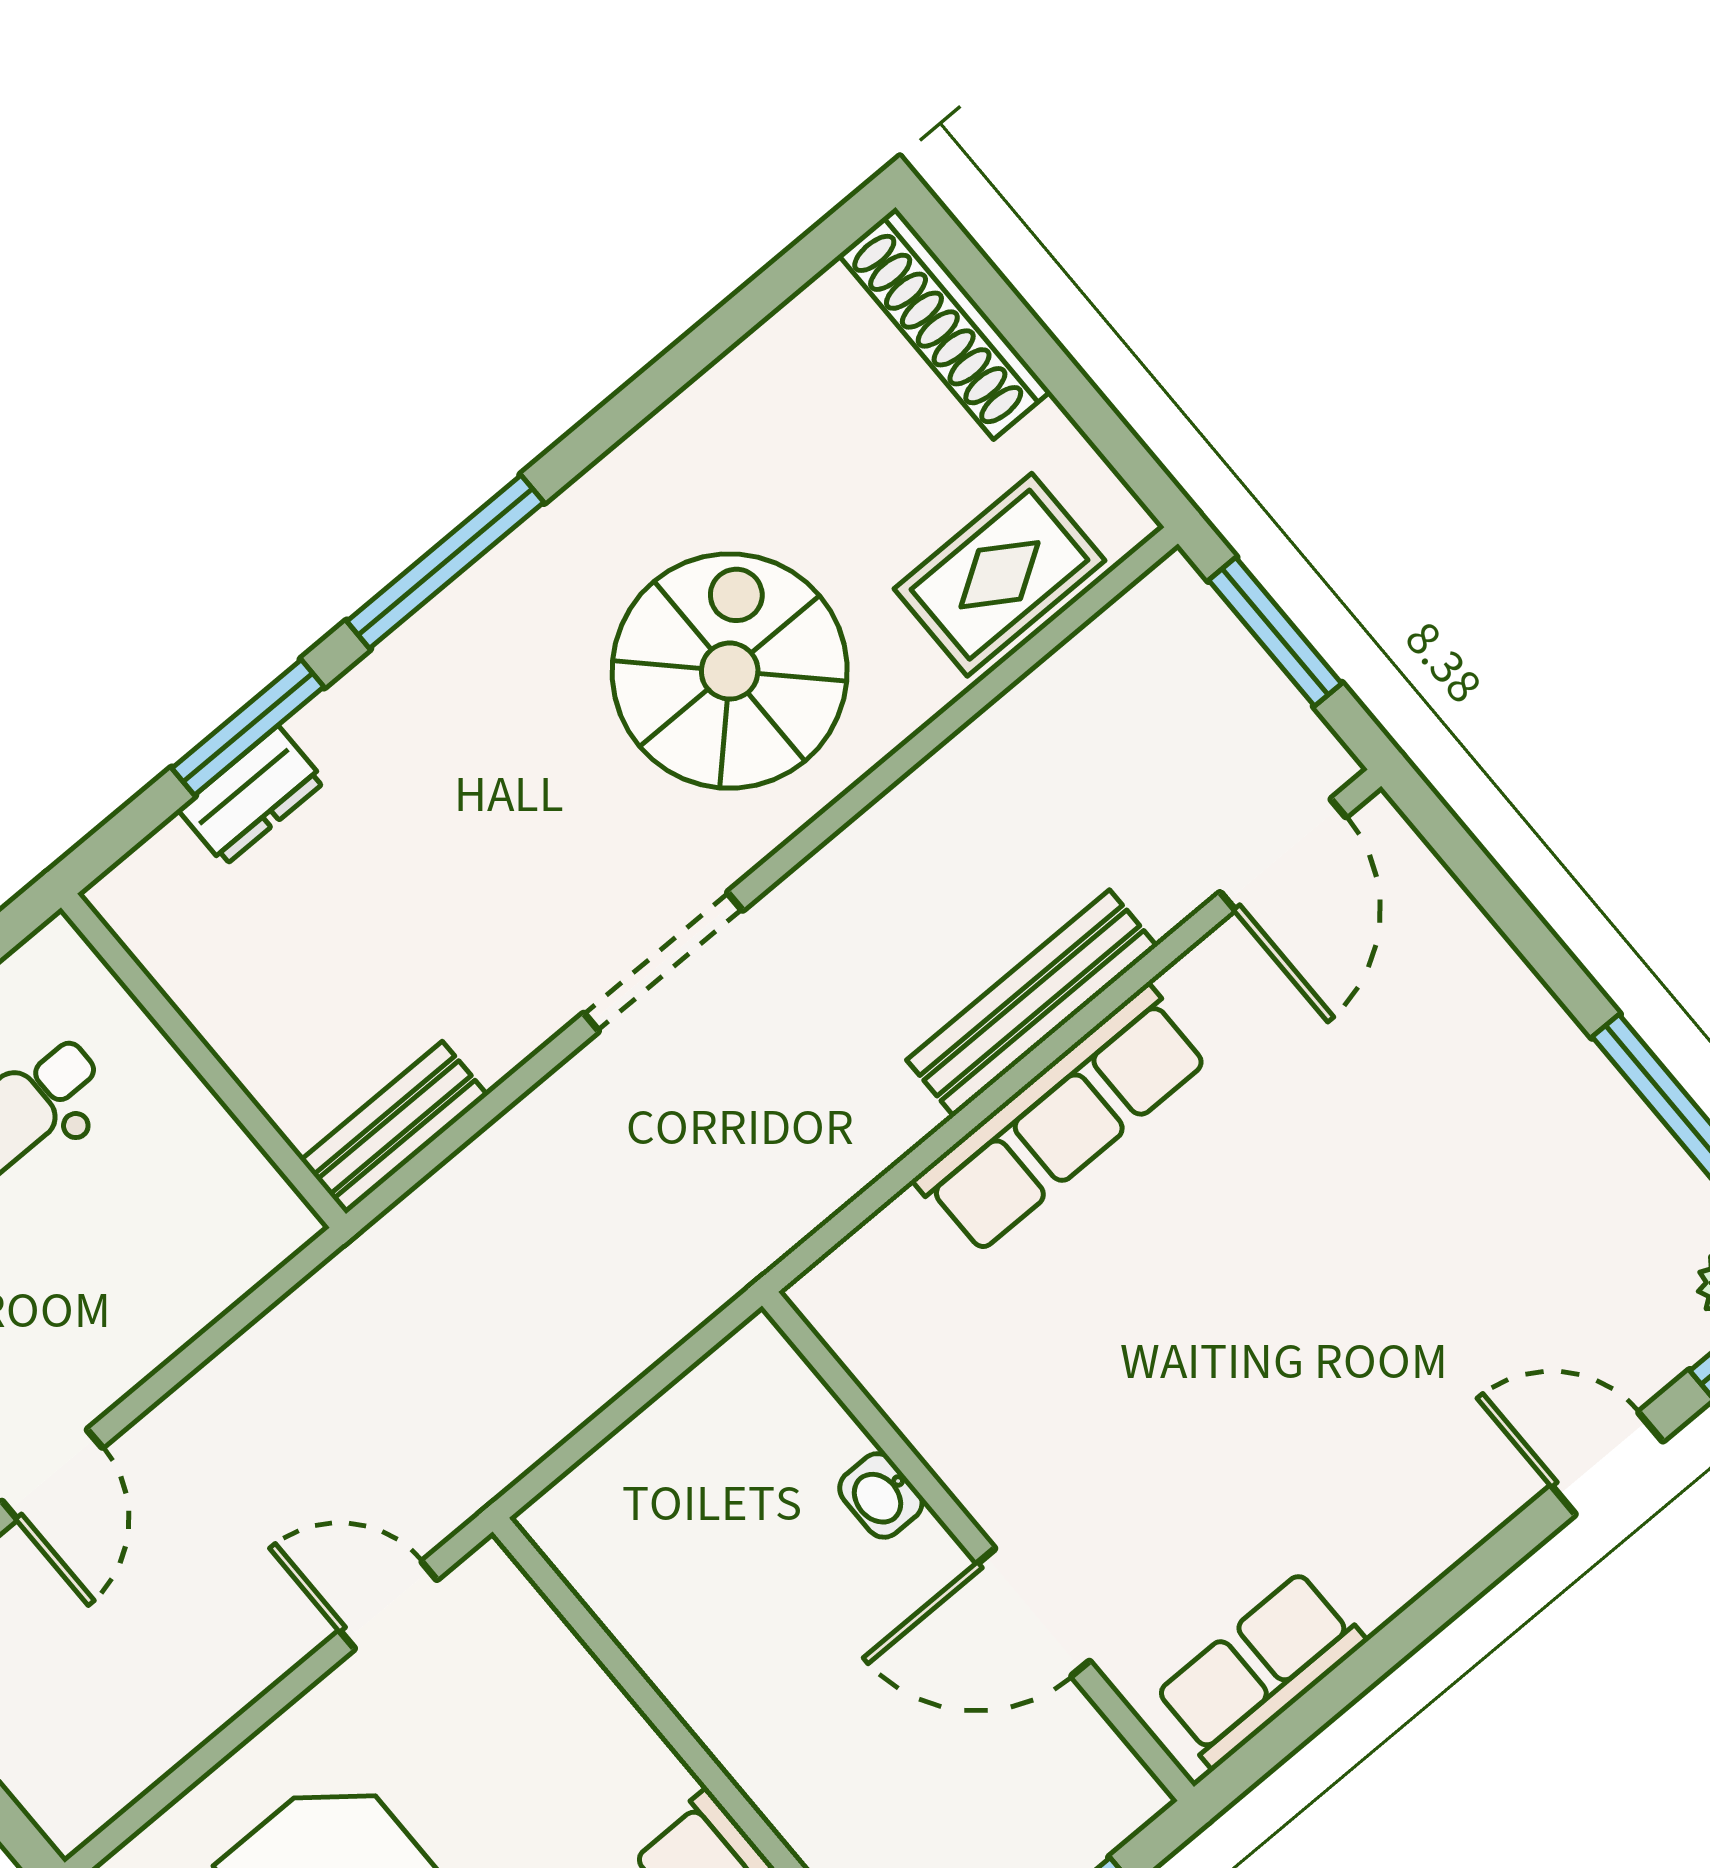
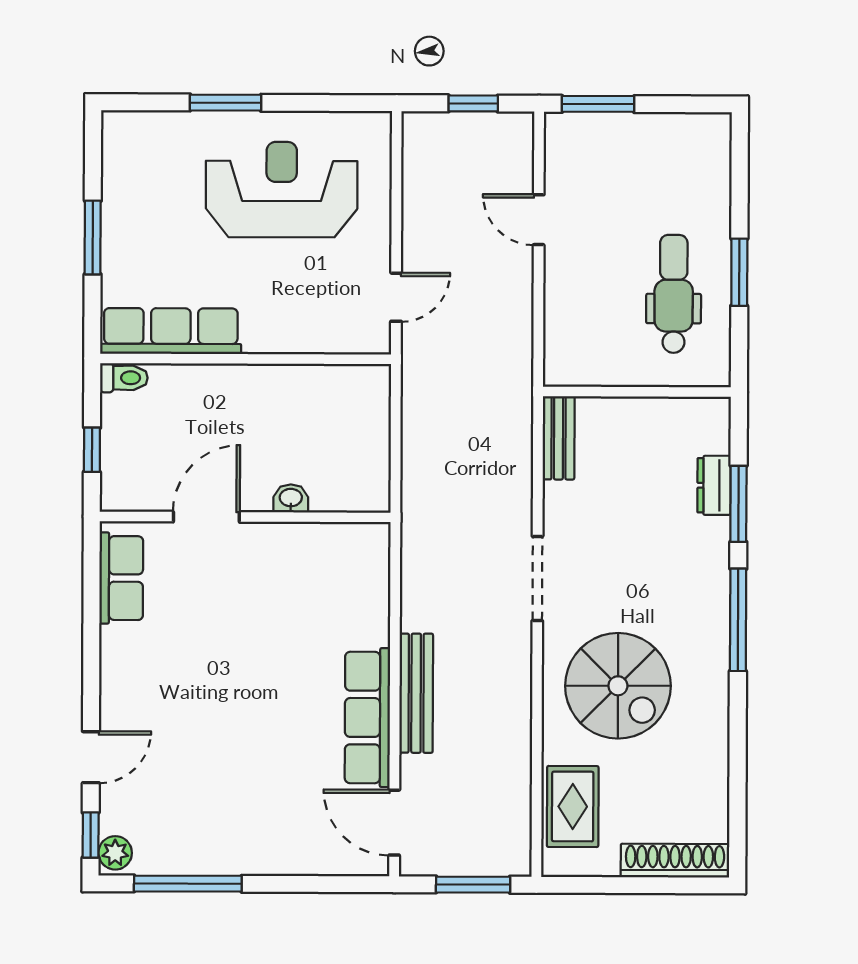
row of seats: (1062, 1119) -> (367, 717), moved

